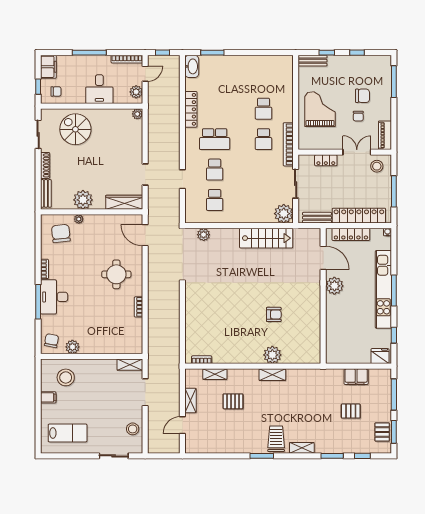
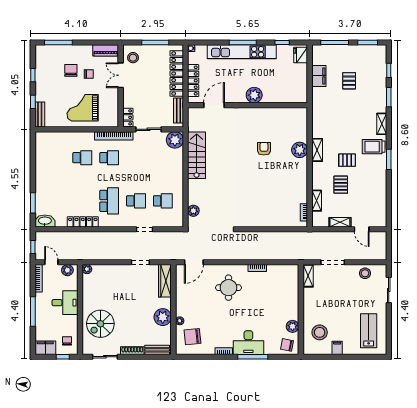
locker: (326, 160) -> (128, 117), moved
plant: (334, 286) -> (254, 95), moved
pallet: (382, 432) -> (347, 160), moved

